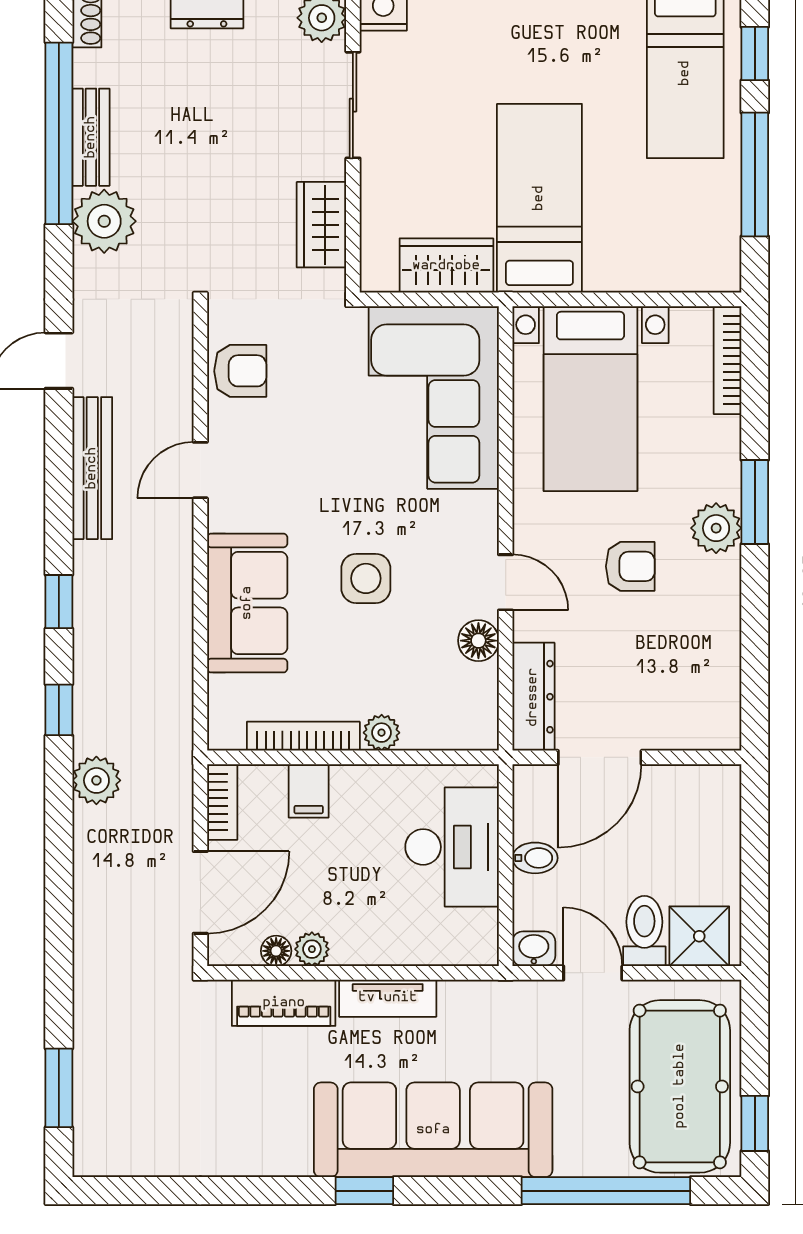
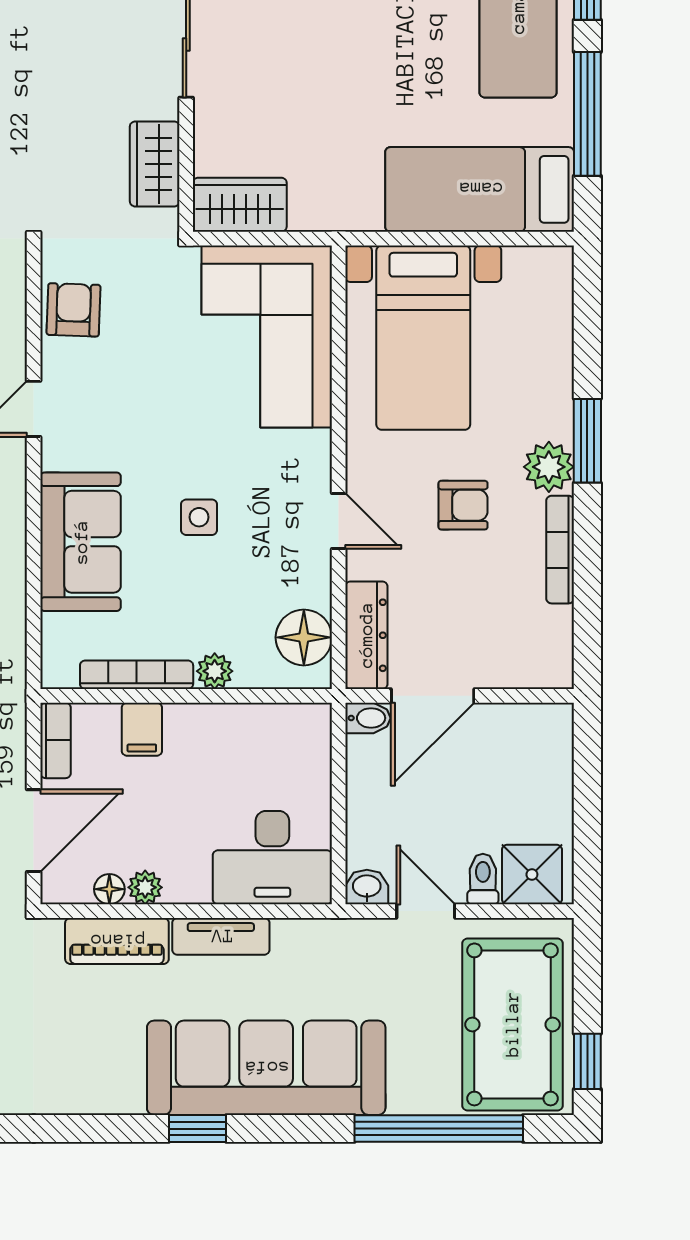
bed: (539, 198) -> (480, 189), moved, turned -90
wardrobe: (446, 266) -> (240, 205), moved
bookcase: (727, 360) -> (560, 550), moved
armchair: (240, 371) -> (74, 310), turned -88
side table: (366, 578) -> (199, 517), width x0.73, depth x0.73
floor lamp: (478, 641) -> (304, 637), moved, width x1.38, depth x1.38
desk: (452, 847) -> (272, 858), moved, turned 90
bidet: (535, 858) -> (368, 718), moved
toilet: (644, 931) -> (483, 879), width x0.73, depth x0.72

